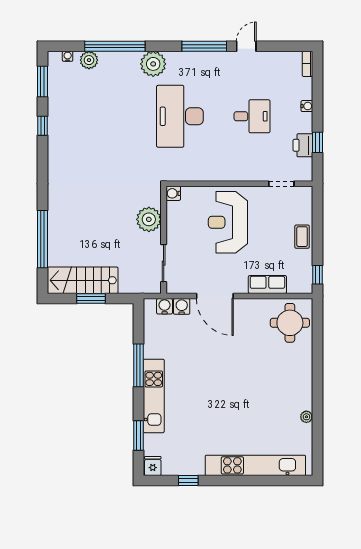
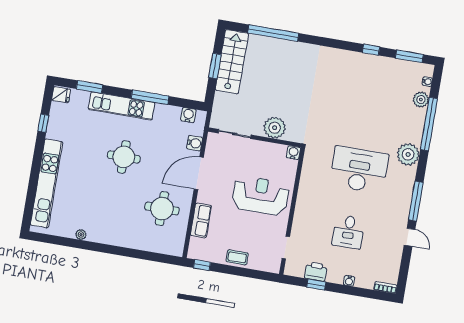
water cooler: (165, 306) -> (188, 115), moved, turned -90
round table: (290, 323) -> (162, 209), moved
round table: (211, 384) -> (124, 157), added

